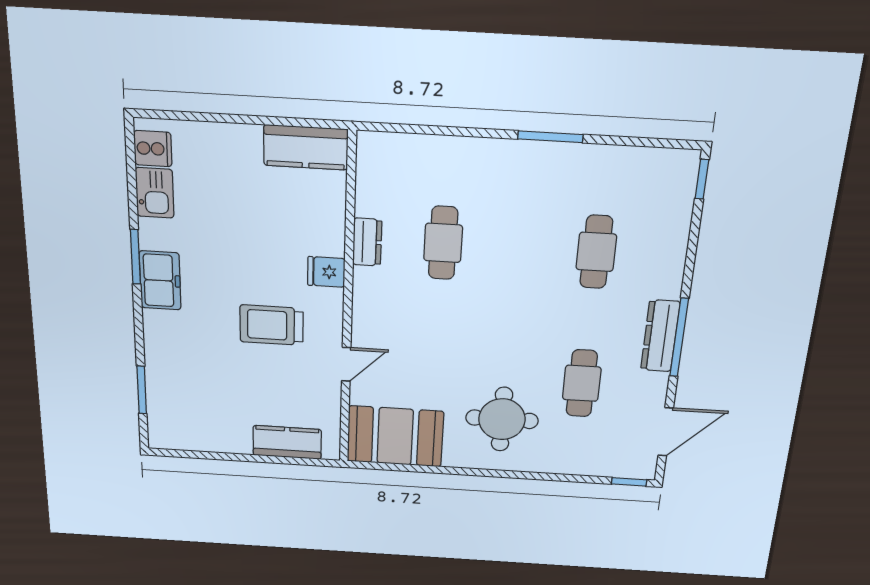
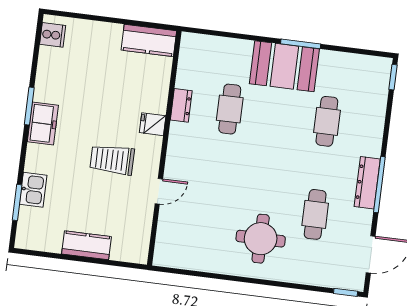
kitchen sink: (155, 193) -> (33, 190), moved
booth: (395, 436) -> (284, 66), moved
kitchen counter: (287, 442) -> (87, 245), moved

